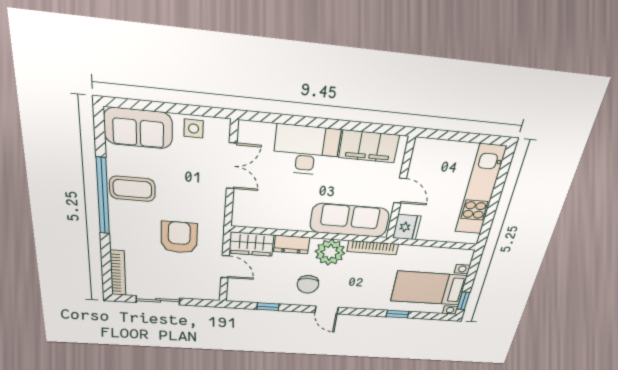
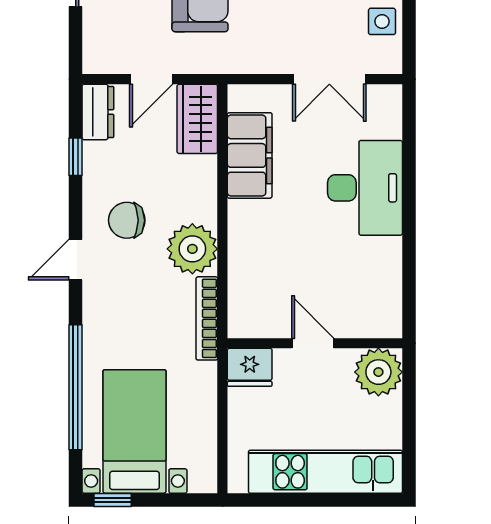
filing cabinet: (369, 146) -> (250, 155), moved, turned 180
plant: (427, 153) -> (378, 372), added
door: (400, 191) -> (313, 343), swing flipped
sofa: (350, 220) -> (254, 272), removed
dresser: (292, 245) -> (98, 112), moved, turned 180
window: (397, 314) -> (76, 387), width x3.17

